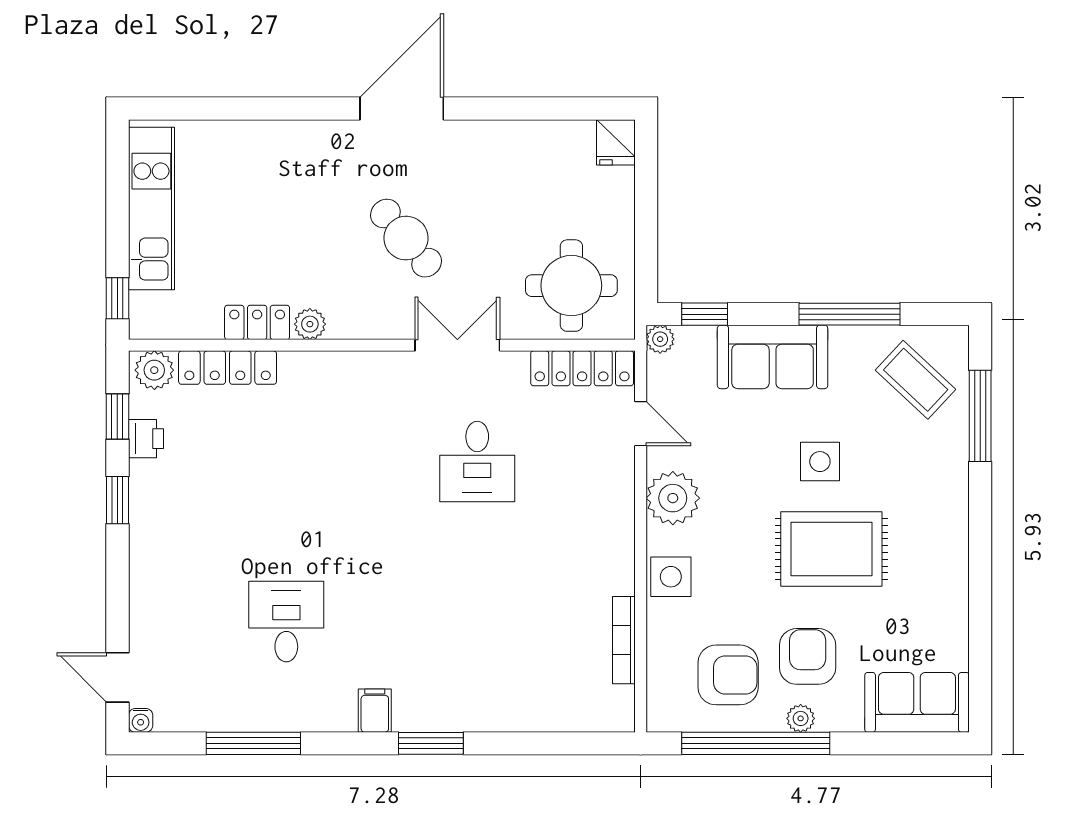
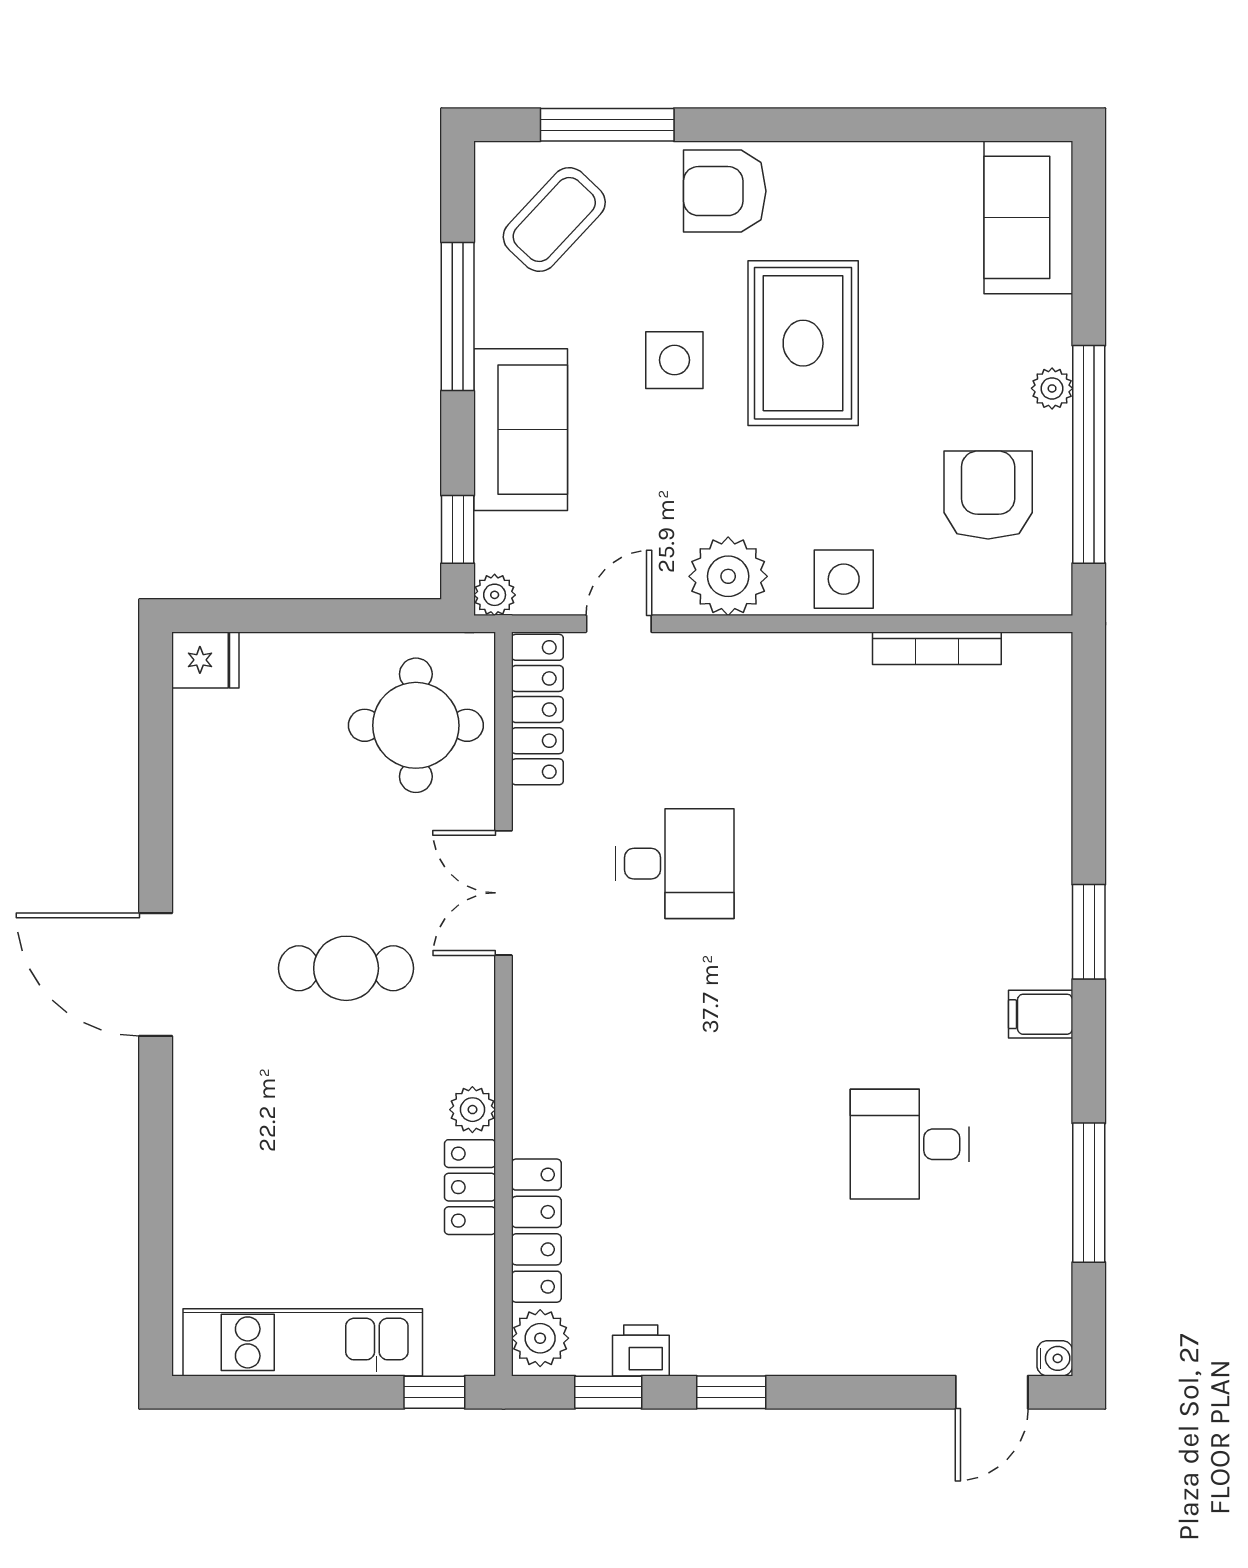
cafe table: (406, 238) -> (346, 968), turned 40
armchair: (808, 656) -> (725, 191), moved

